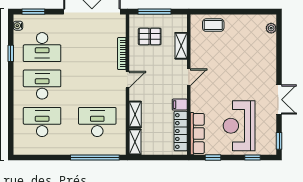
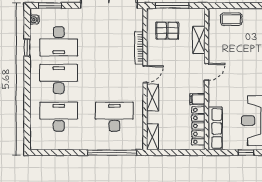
shelving: (135, 114) -> (153, 98), moved
window: (213, 157) -> (246, 153), moved

